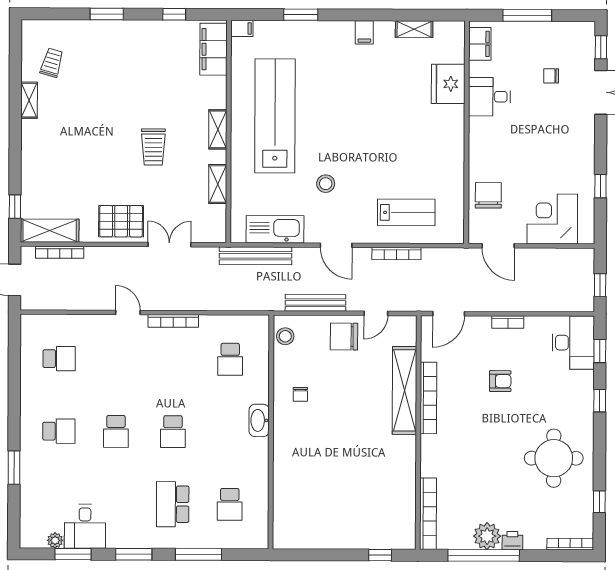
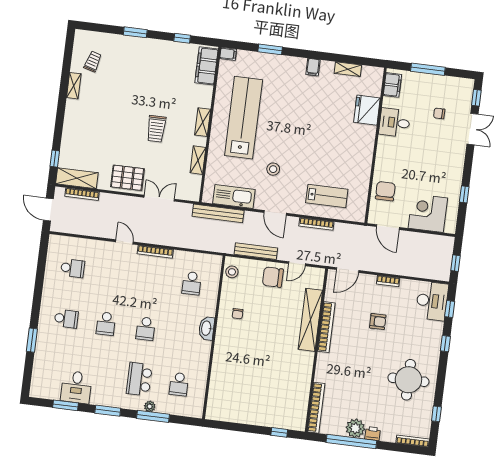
plant: (55, 540) -> (150, 406), moved

